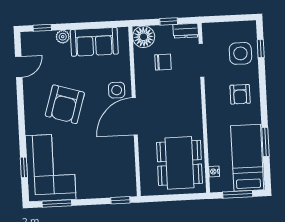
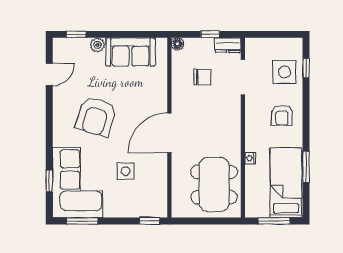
floor lamp: (144, 37) -> (177, 44), width x0.53, depth x0.53
side table: (117, 90) -> (126, 171), moved
nightstand: (214, 171) -> (250, 158), moved

